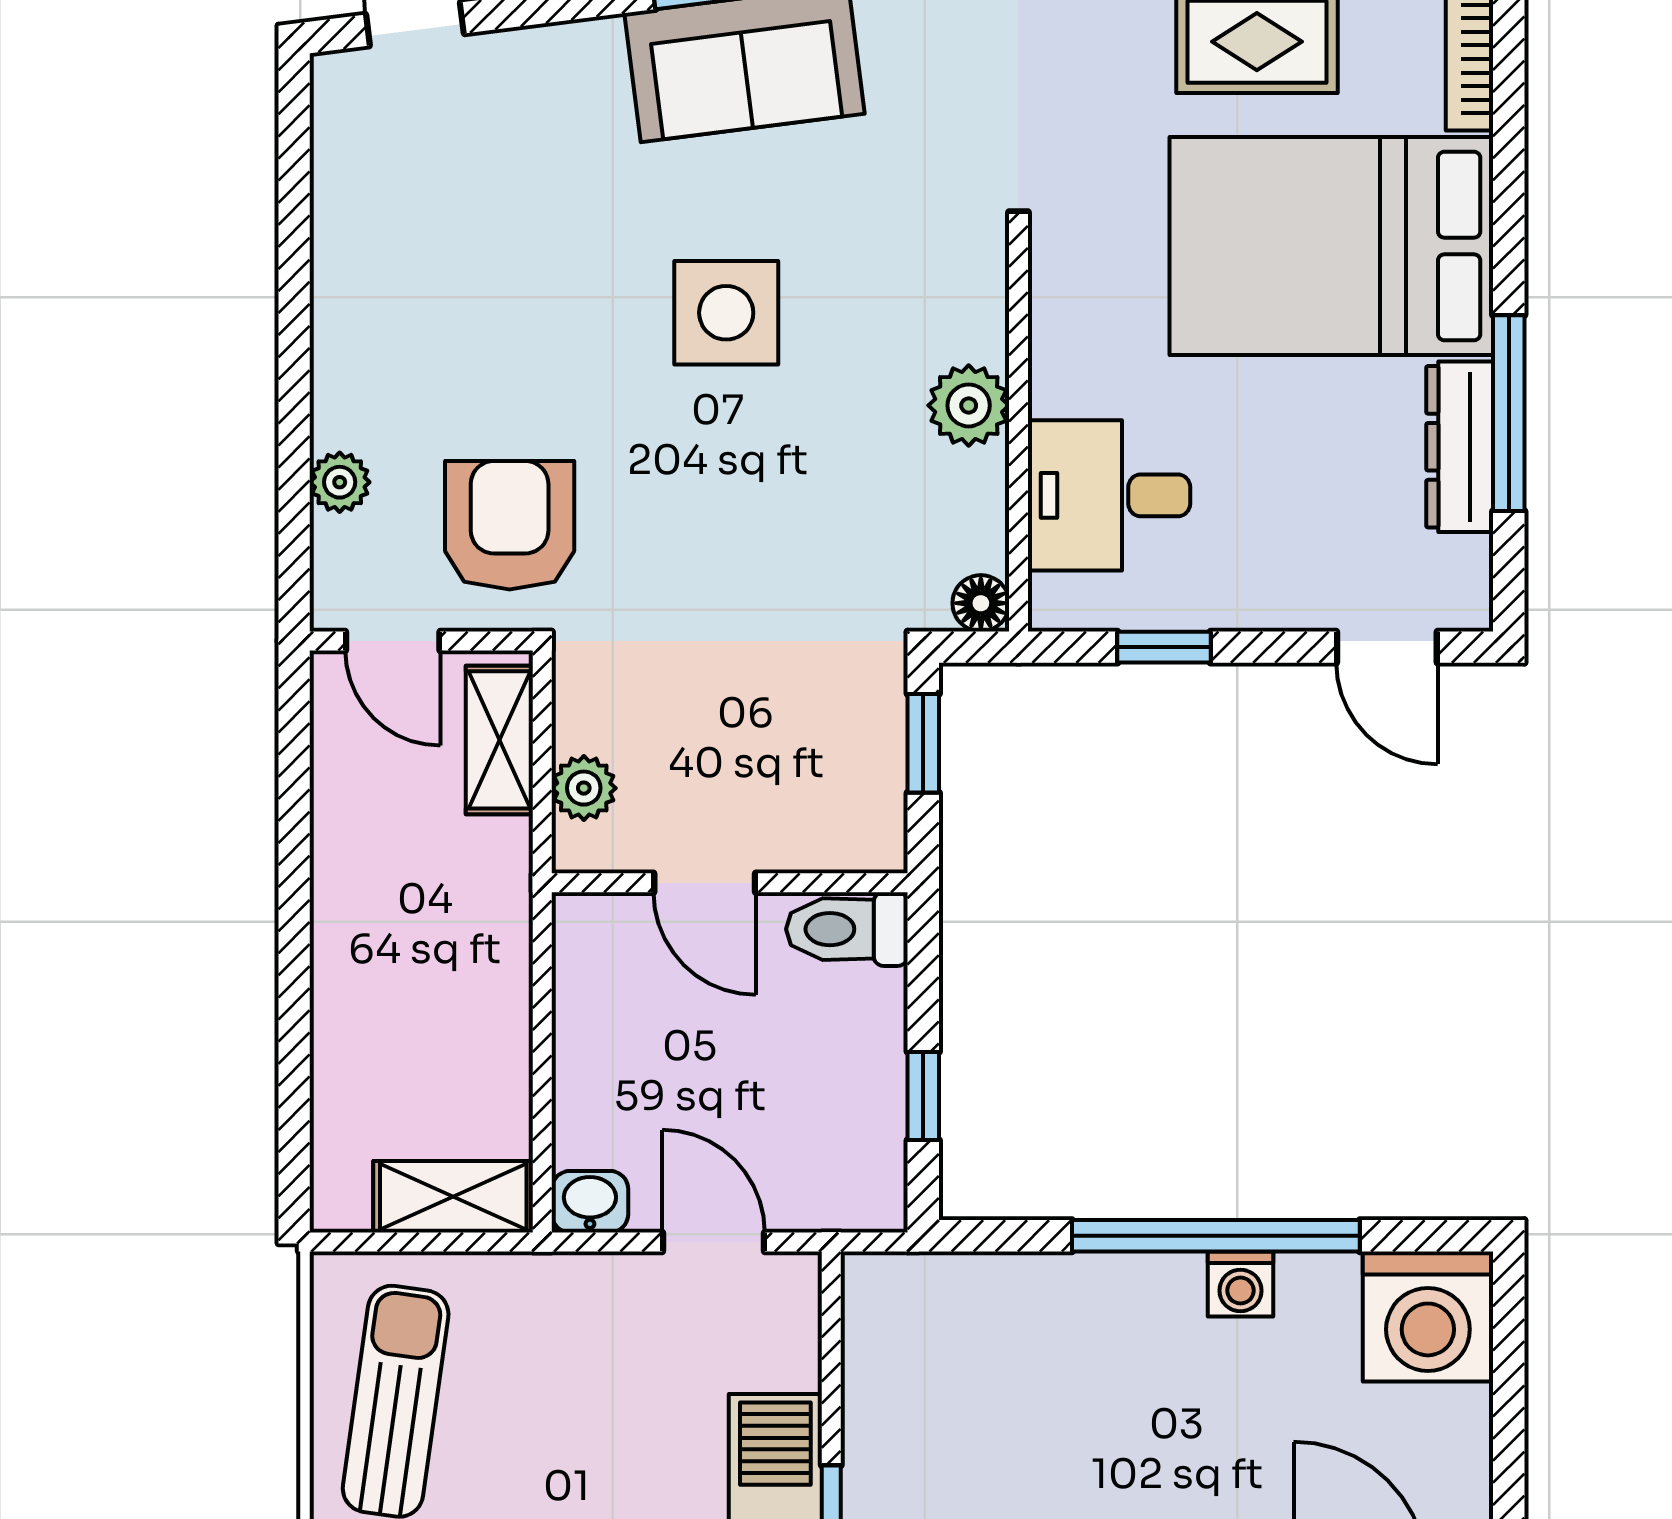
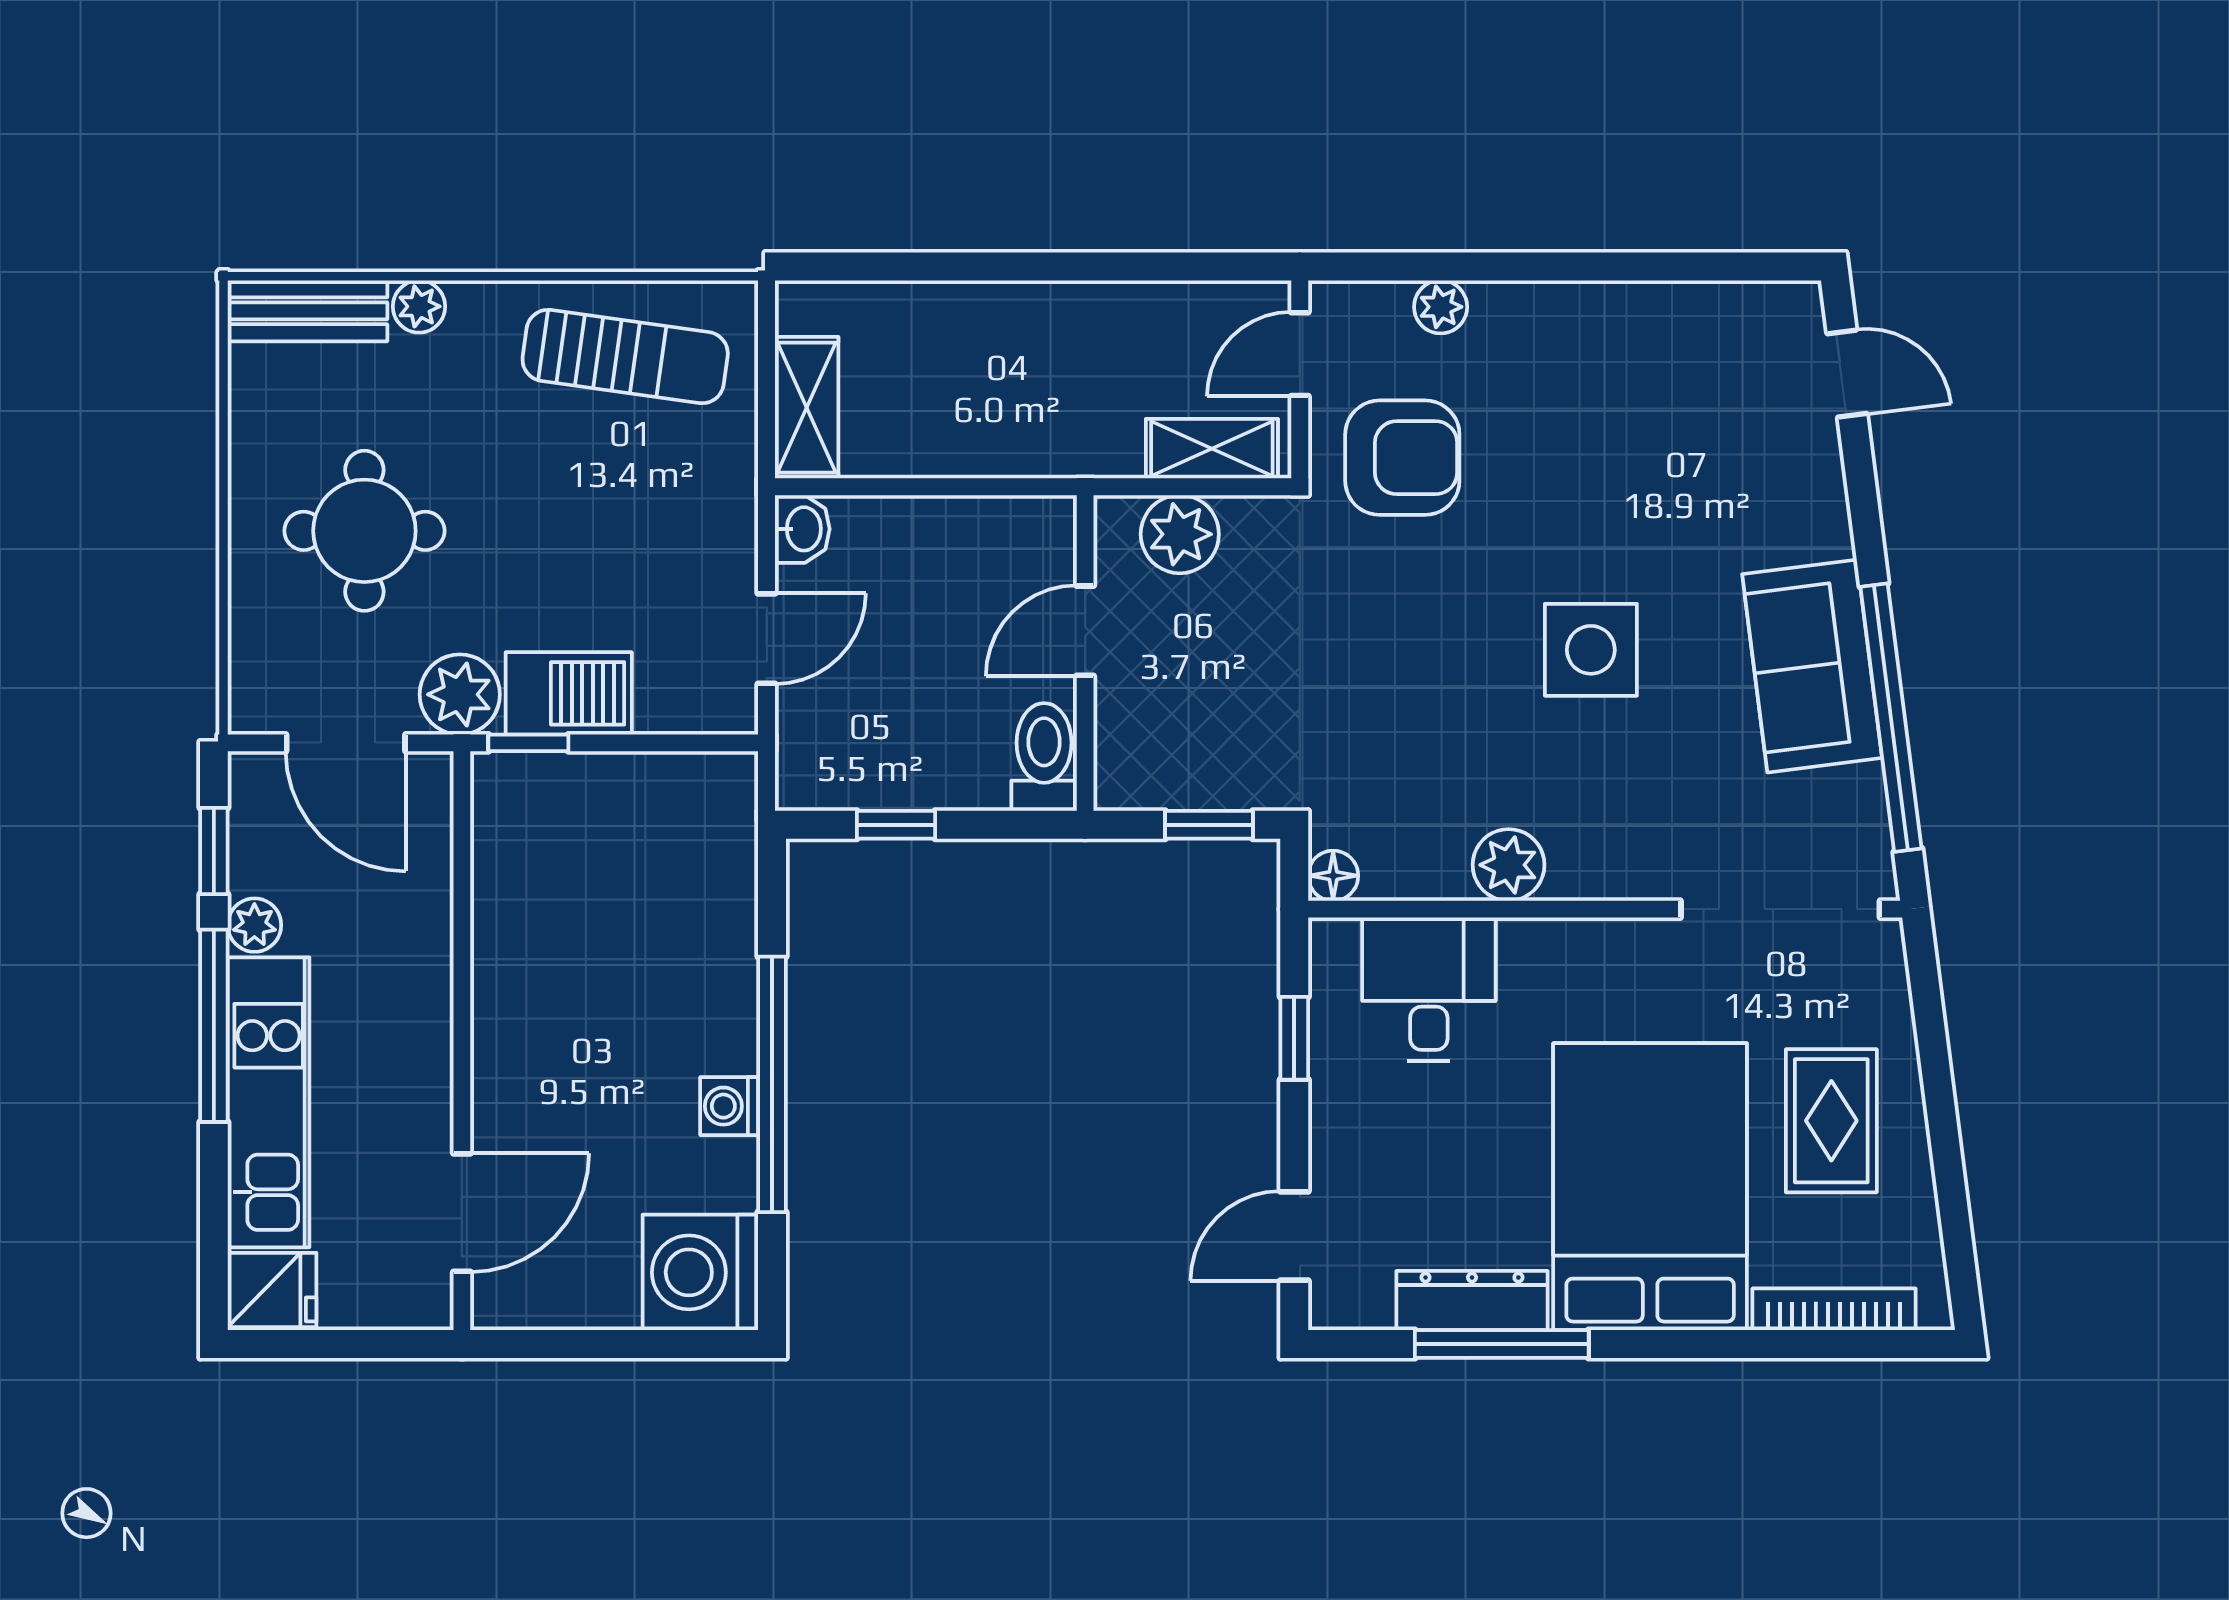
plant: (584, 788) -> (1180, 534), width x1.38, depth x1.38

